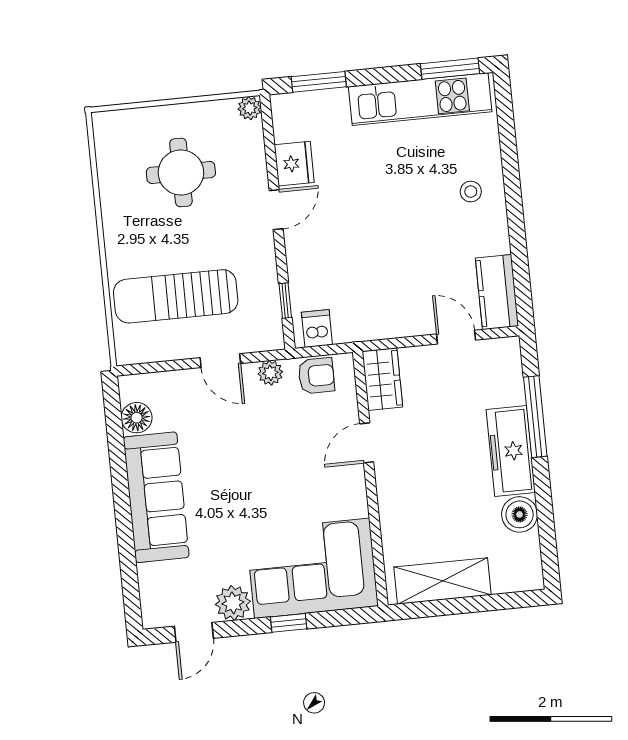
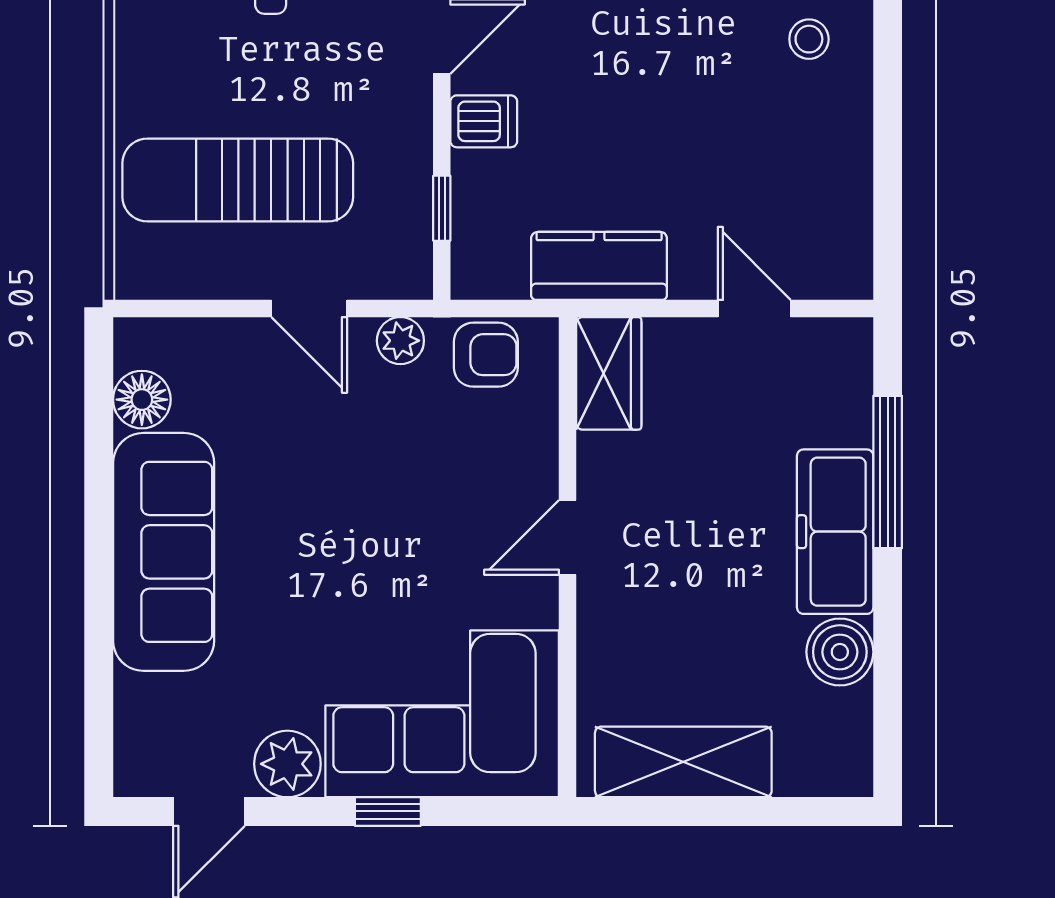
kitchen counter: (497, 292) -> (599, 266), moved, turned 90
dishwasher: (317, 328) -> (484, 121), moved, turned 90
door: (367, 443) -> (568, 538), moved

